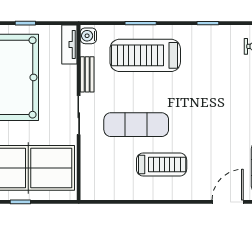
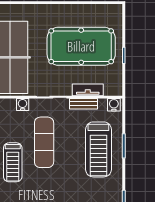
tv unit: (69, 45) -> (88, 90), moved
treadmill: (145, 55) -> (98, 149), turned 180
water cooler: (88, 152) -> (23, 105), added

